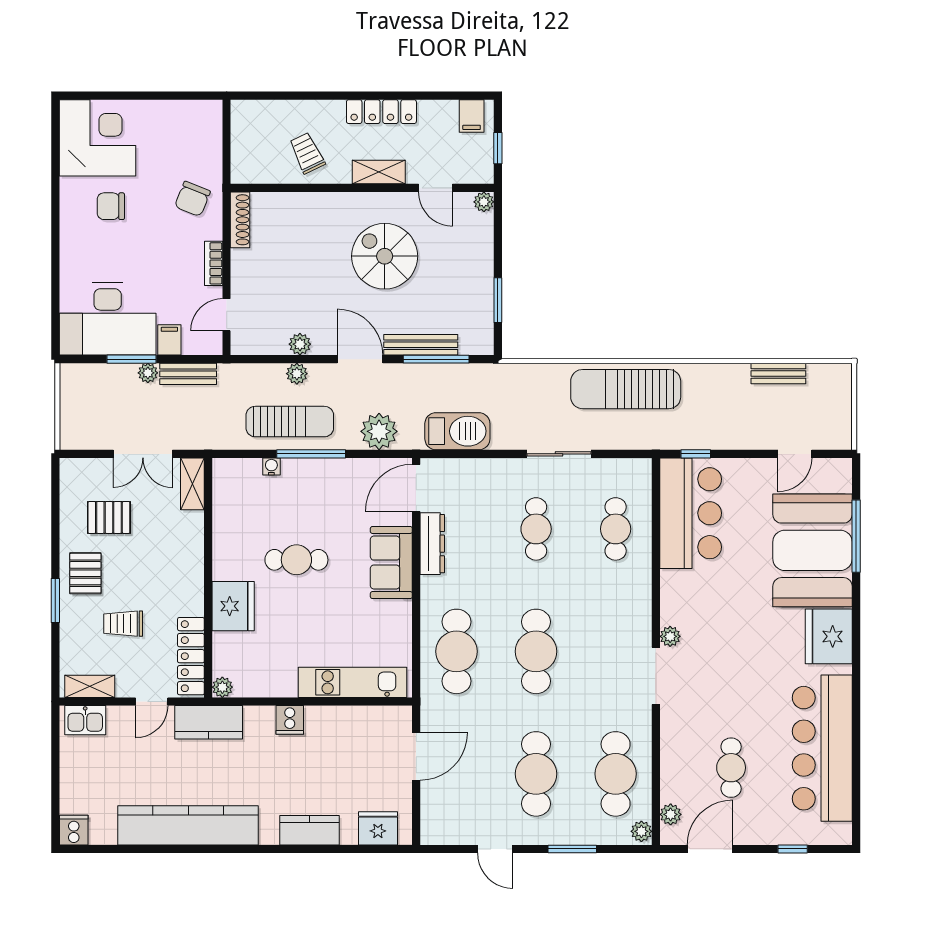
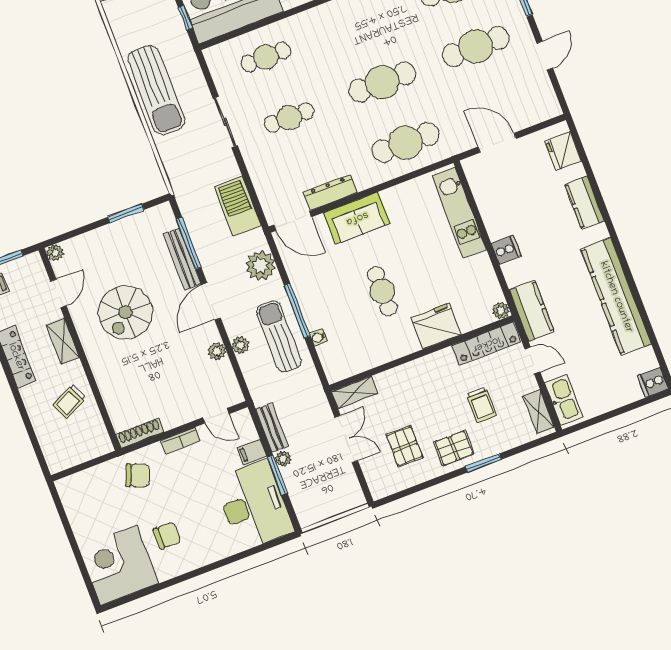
chair: (111, 206) -> (167, 535), turned -90
kitchen sink: (85, 720) -> (564, 400), width x1.38

